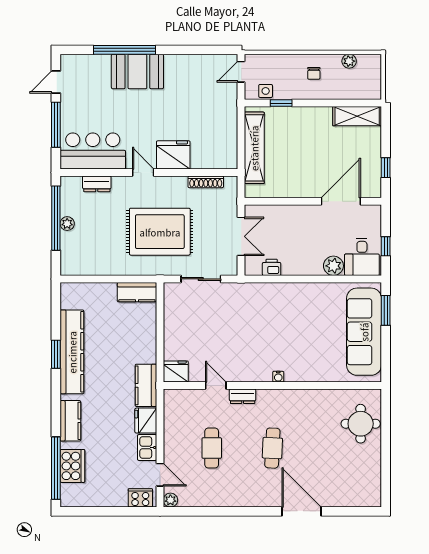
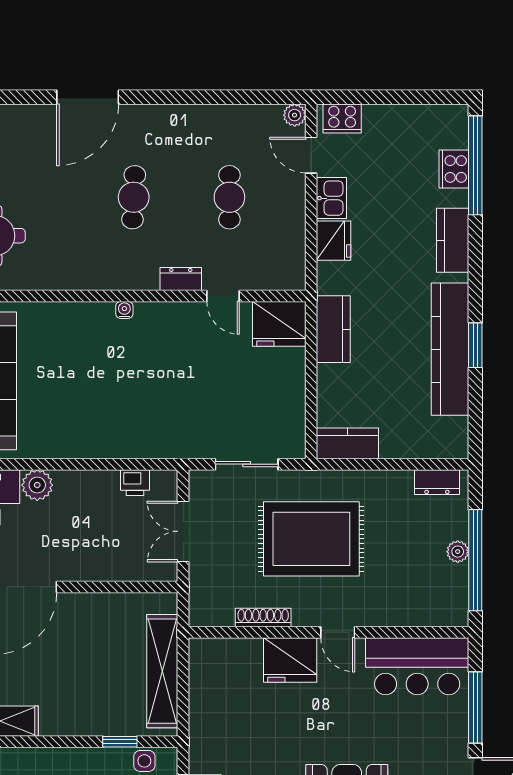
shoe rack: (206, 182) -> (263, 618), moved
dresser: (97, 184) -> (437, 482), moved, turned 180
fridge: (176, 371) -> (279, 324), width x1.36, depth x1.34
kitchen counter: (146, 385) -> (333, 329), moved
cooker: (72, 466) -> (454, 169), width x0.73, depth x0.76
door: (302, 511) -> (88, 97), hinge flipped

